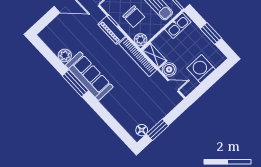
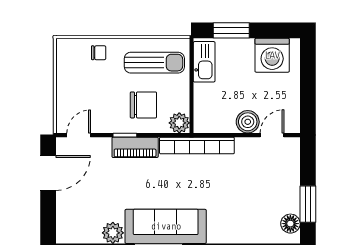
window: (211, 33) -> (231, 30), moved
shelving: (154, 55) -> (214, 124), removed
washing machine: (201, 69) -> (272, 55), moved, turned -90

